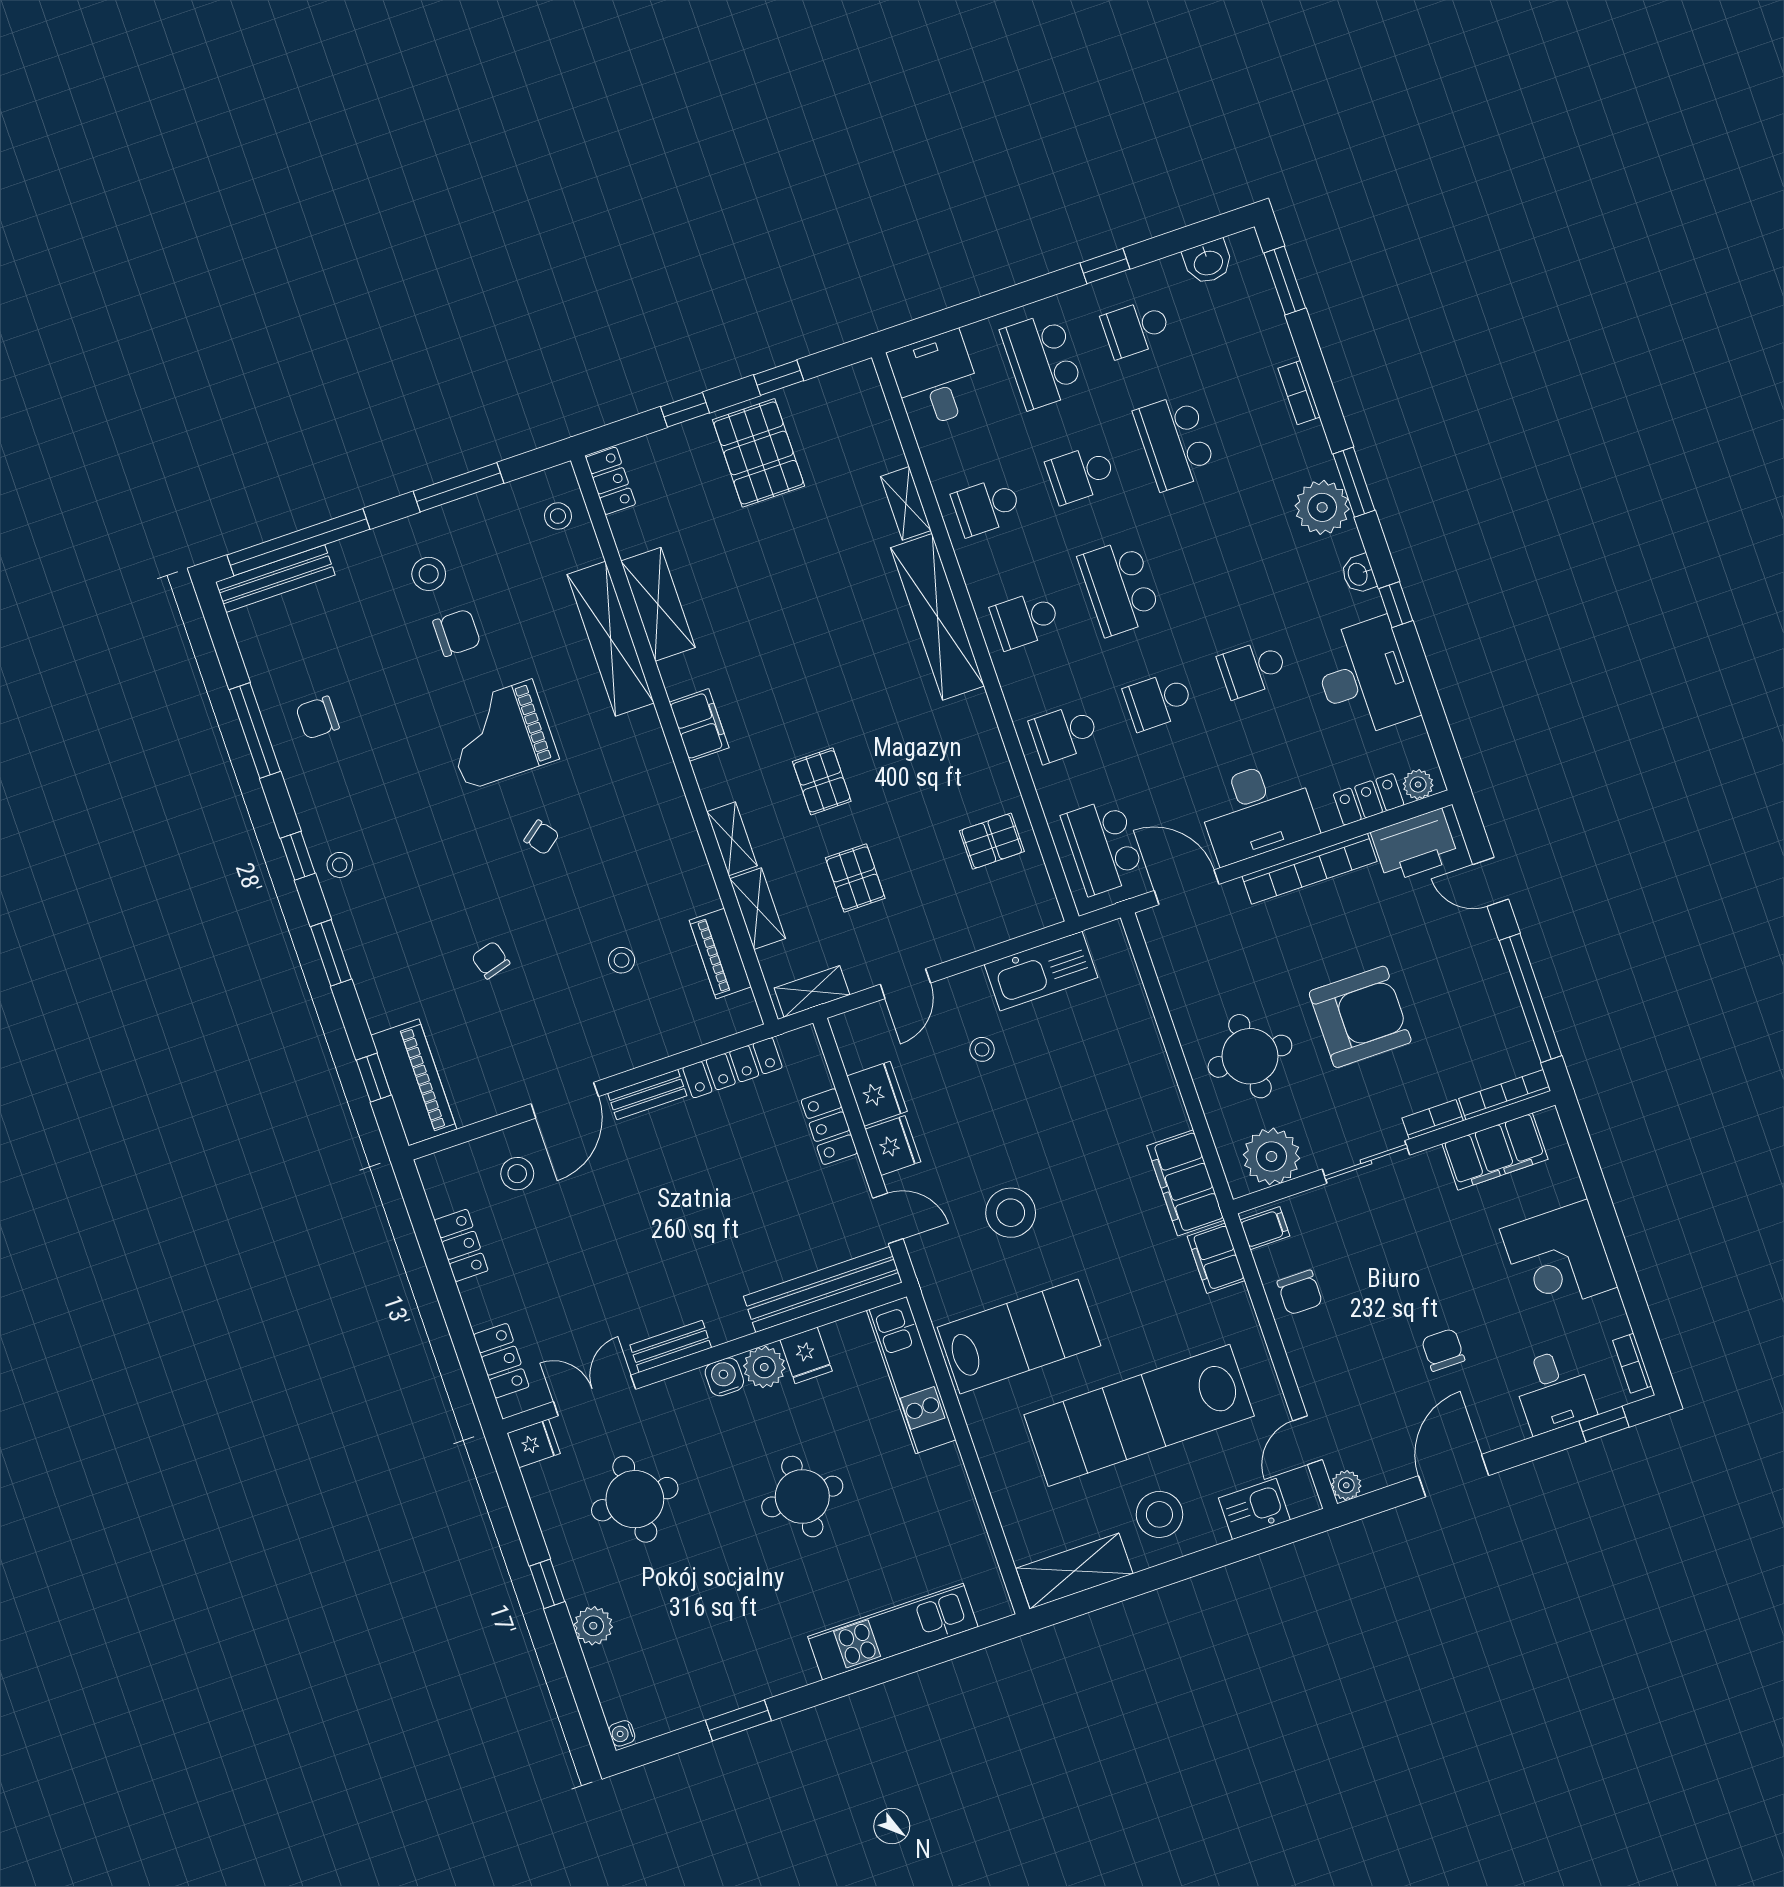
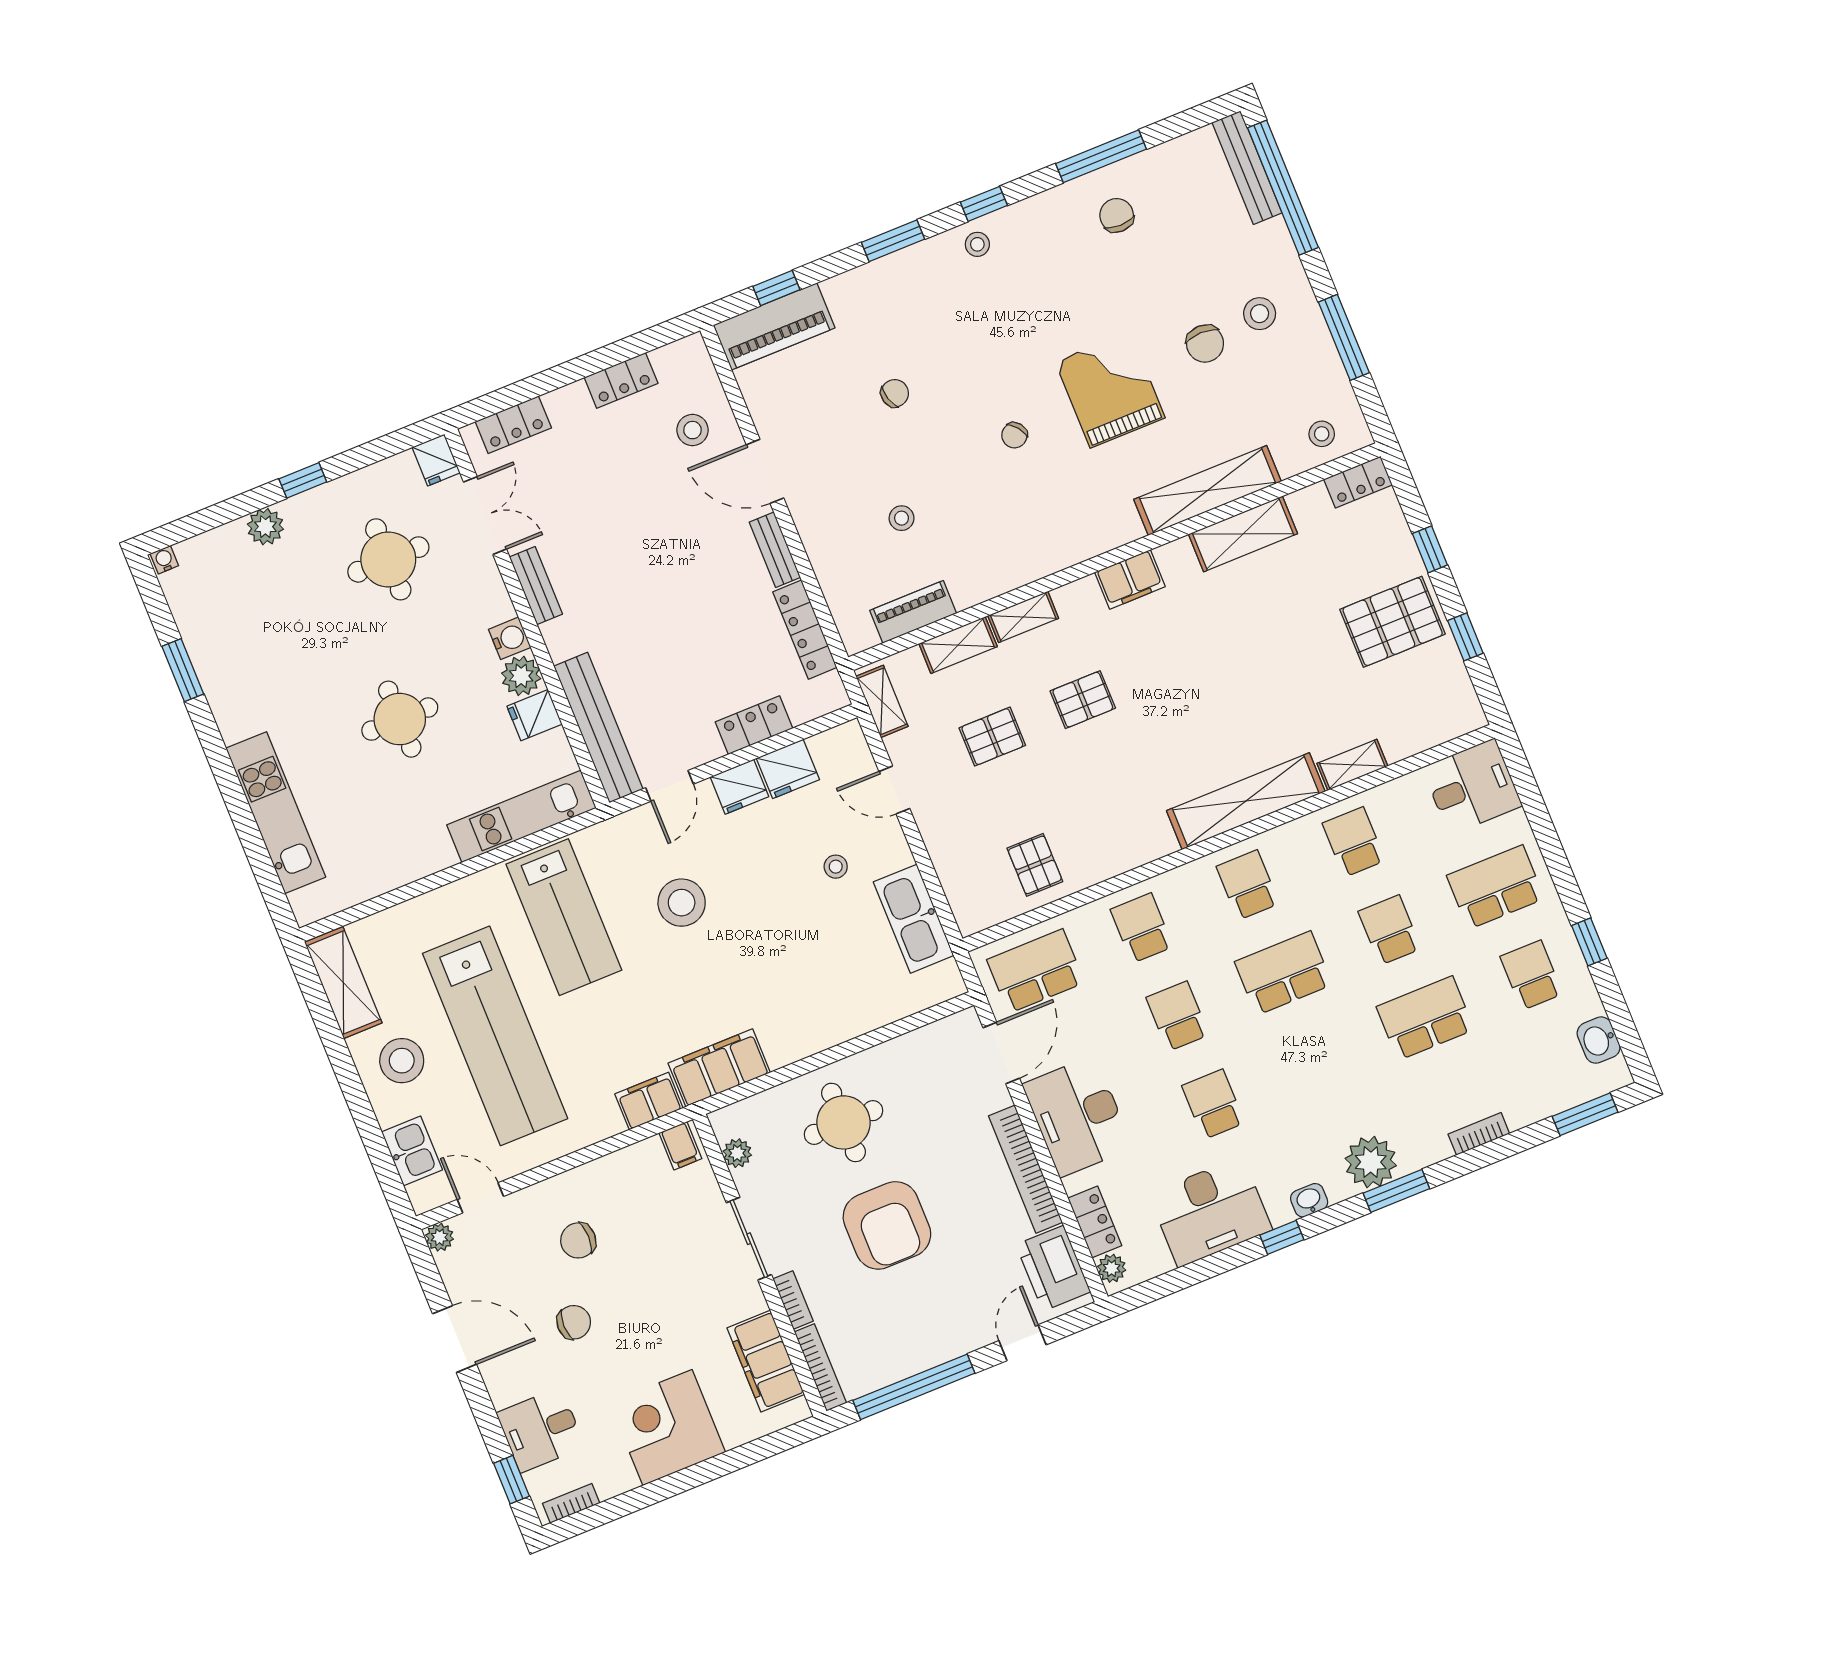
plant: (1272, 1156) -> (737, 1153), width x0.53, depth x0.53
chair: (1300, 1293) -> (578, 1240), moved
lab bench: (1139, 1415) -> (495, 1036), turned 180

